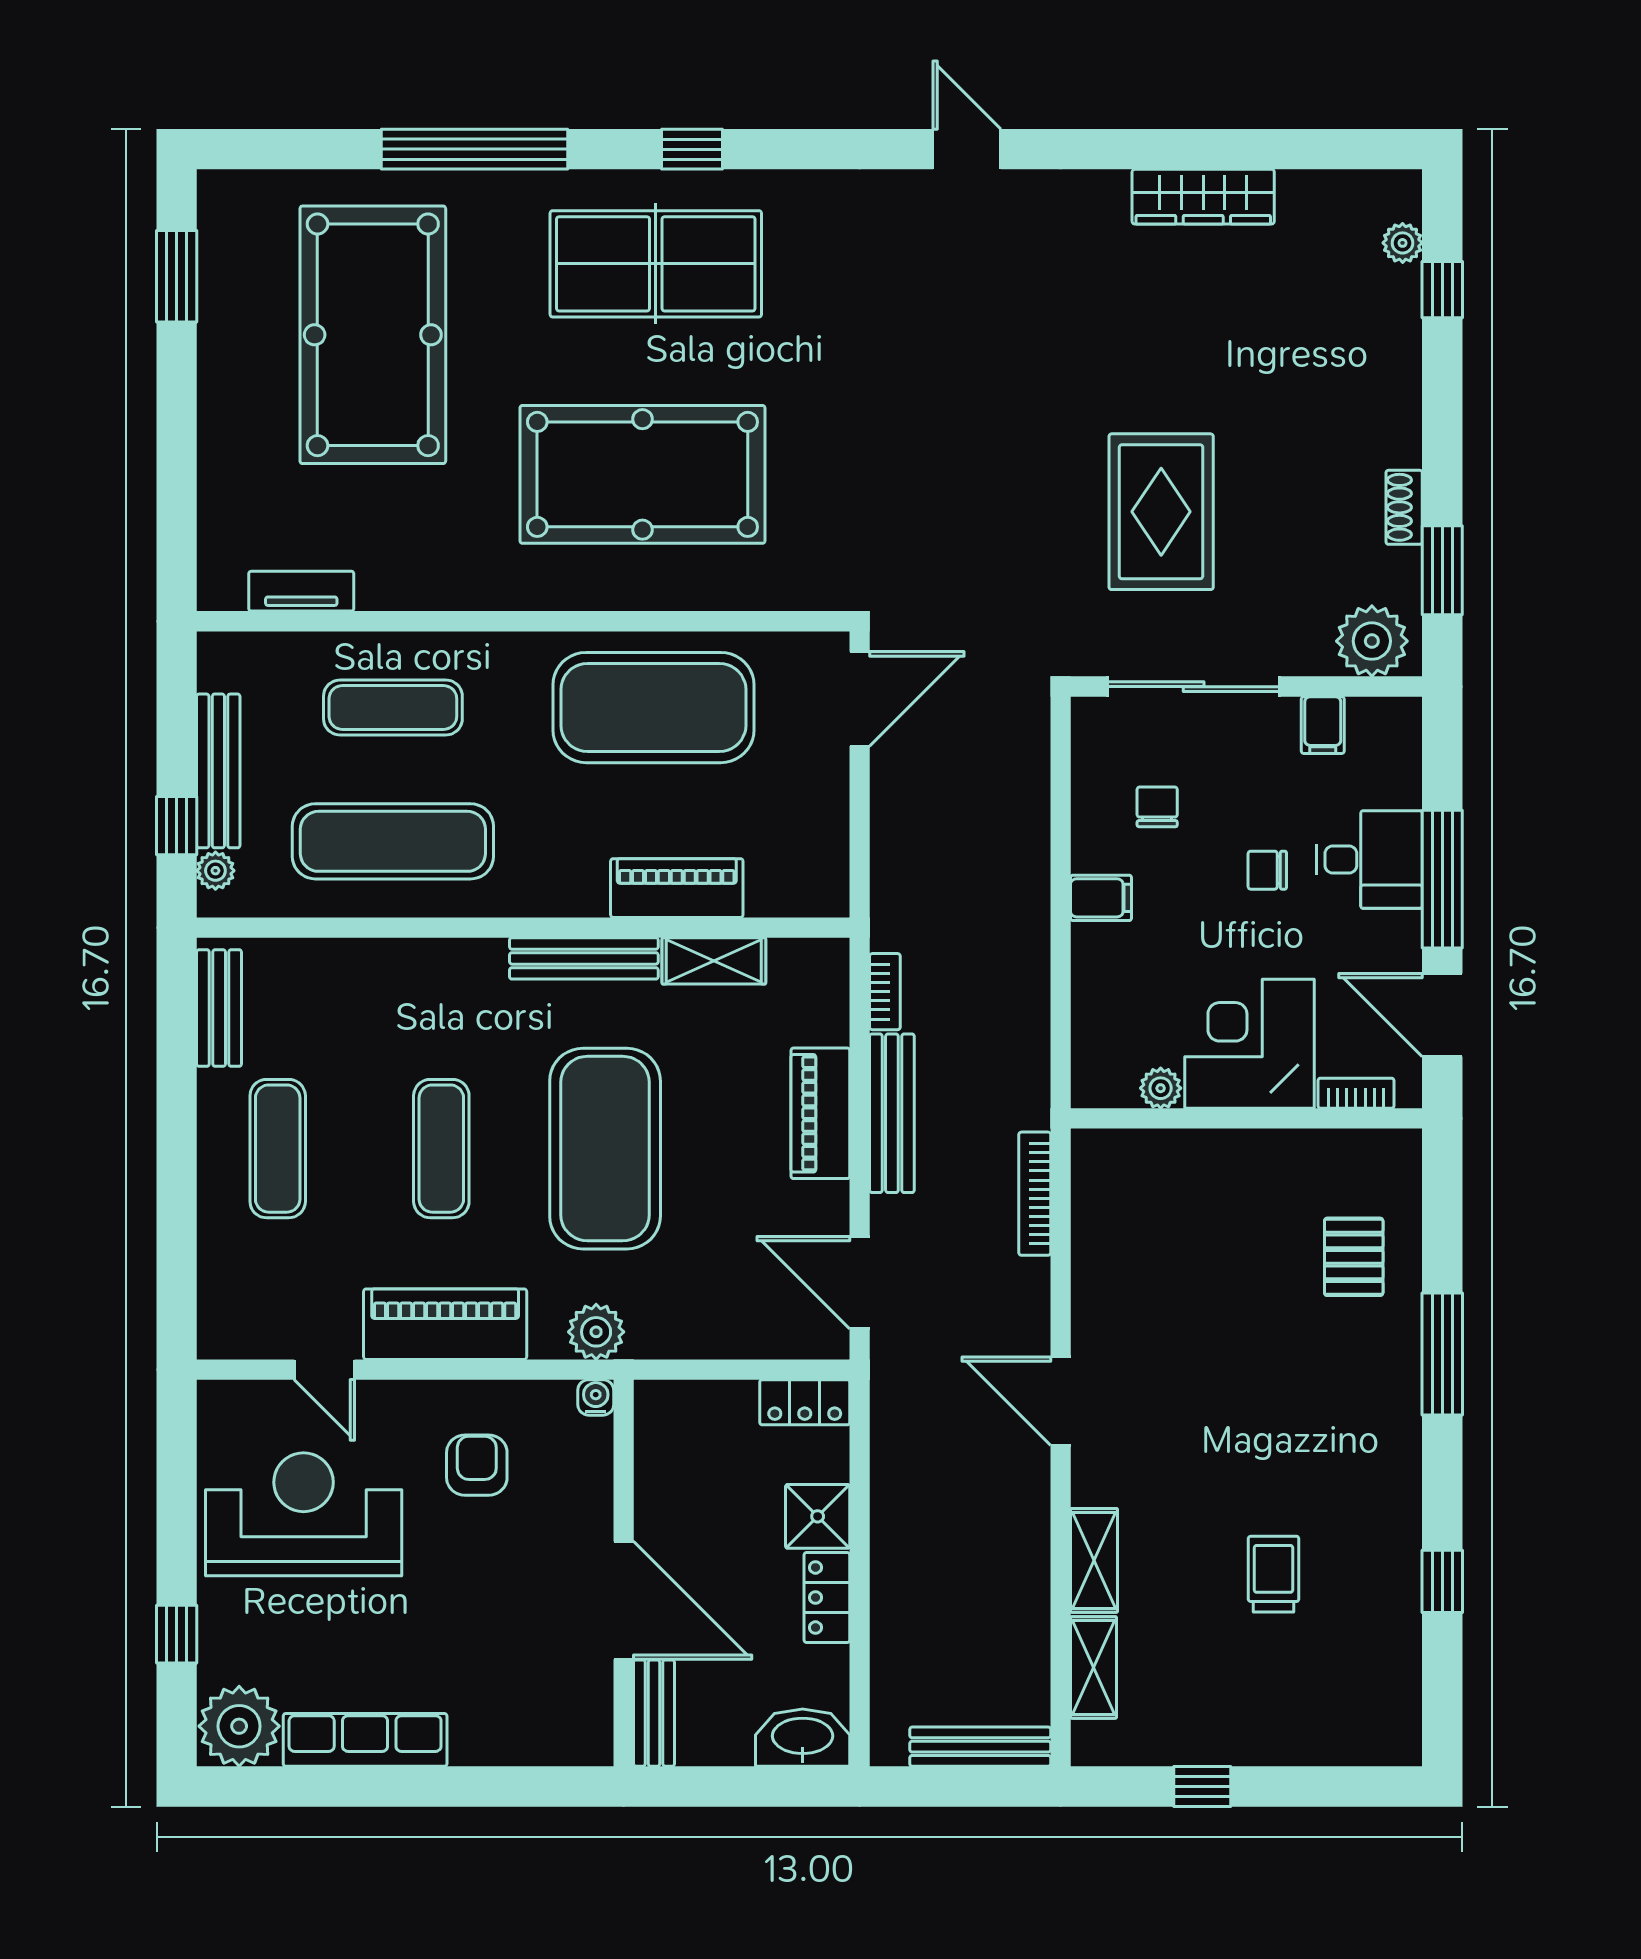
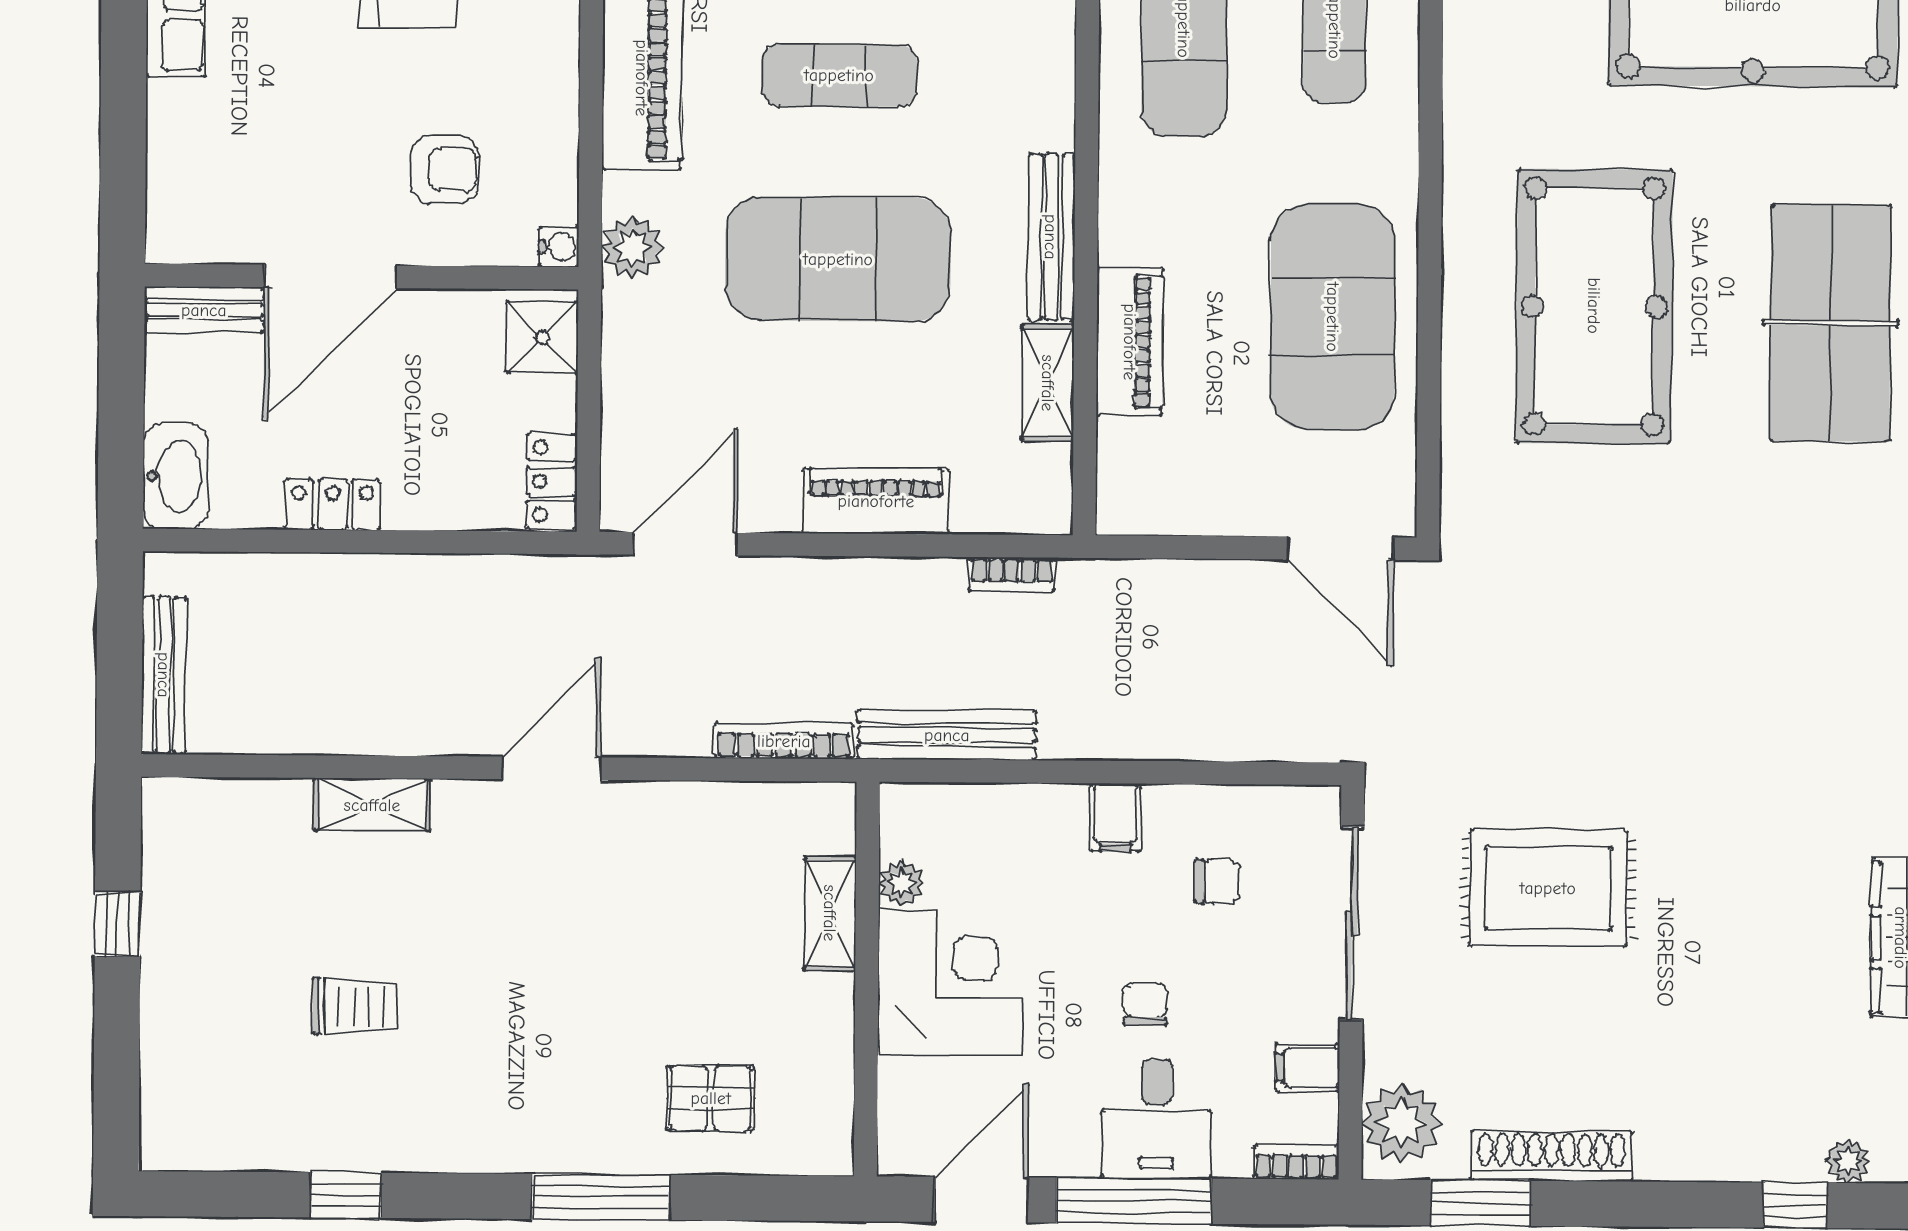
shoe rack: (1404, 507) -> (1551, 1156), width x1.94, depth x1.24
bookcase: (1356, 1093) -> (1296, 1162), moved, turned -90
bench: (892, 1113) -> (947, 735), moved
armchair: (477, 1465) -> (445, 169), moved
shower: (818, 1516) -> (542, 338), moved
shelving: (1094, 1667) -> (830, 913), moved, turned 90

